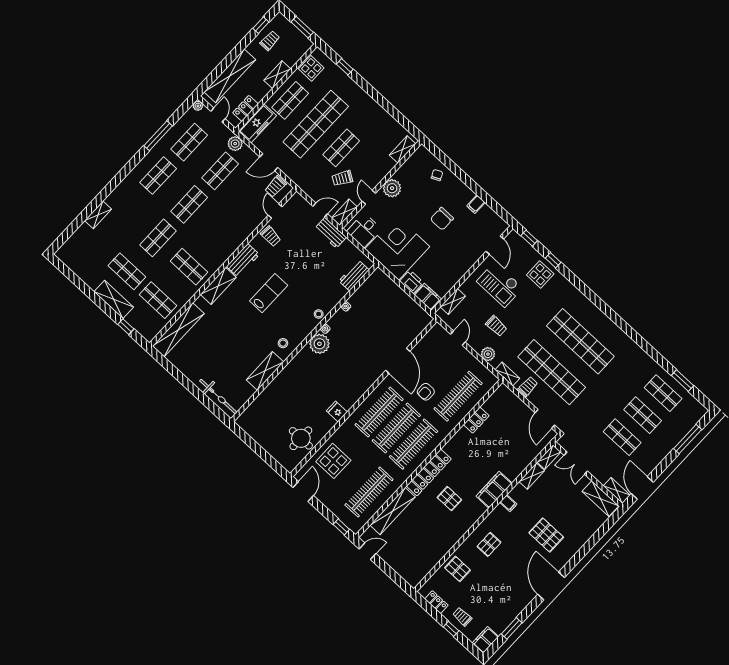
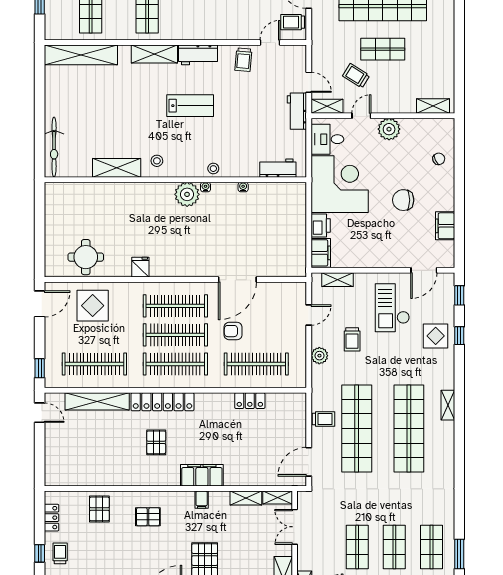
filing cabinet: (476, 204) -> (445, 226), width x2.00
shelving: (507, 374) -> (448, 405), moved

